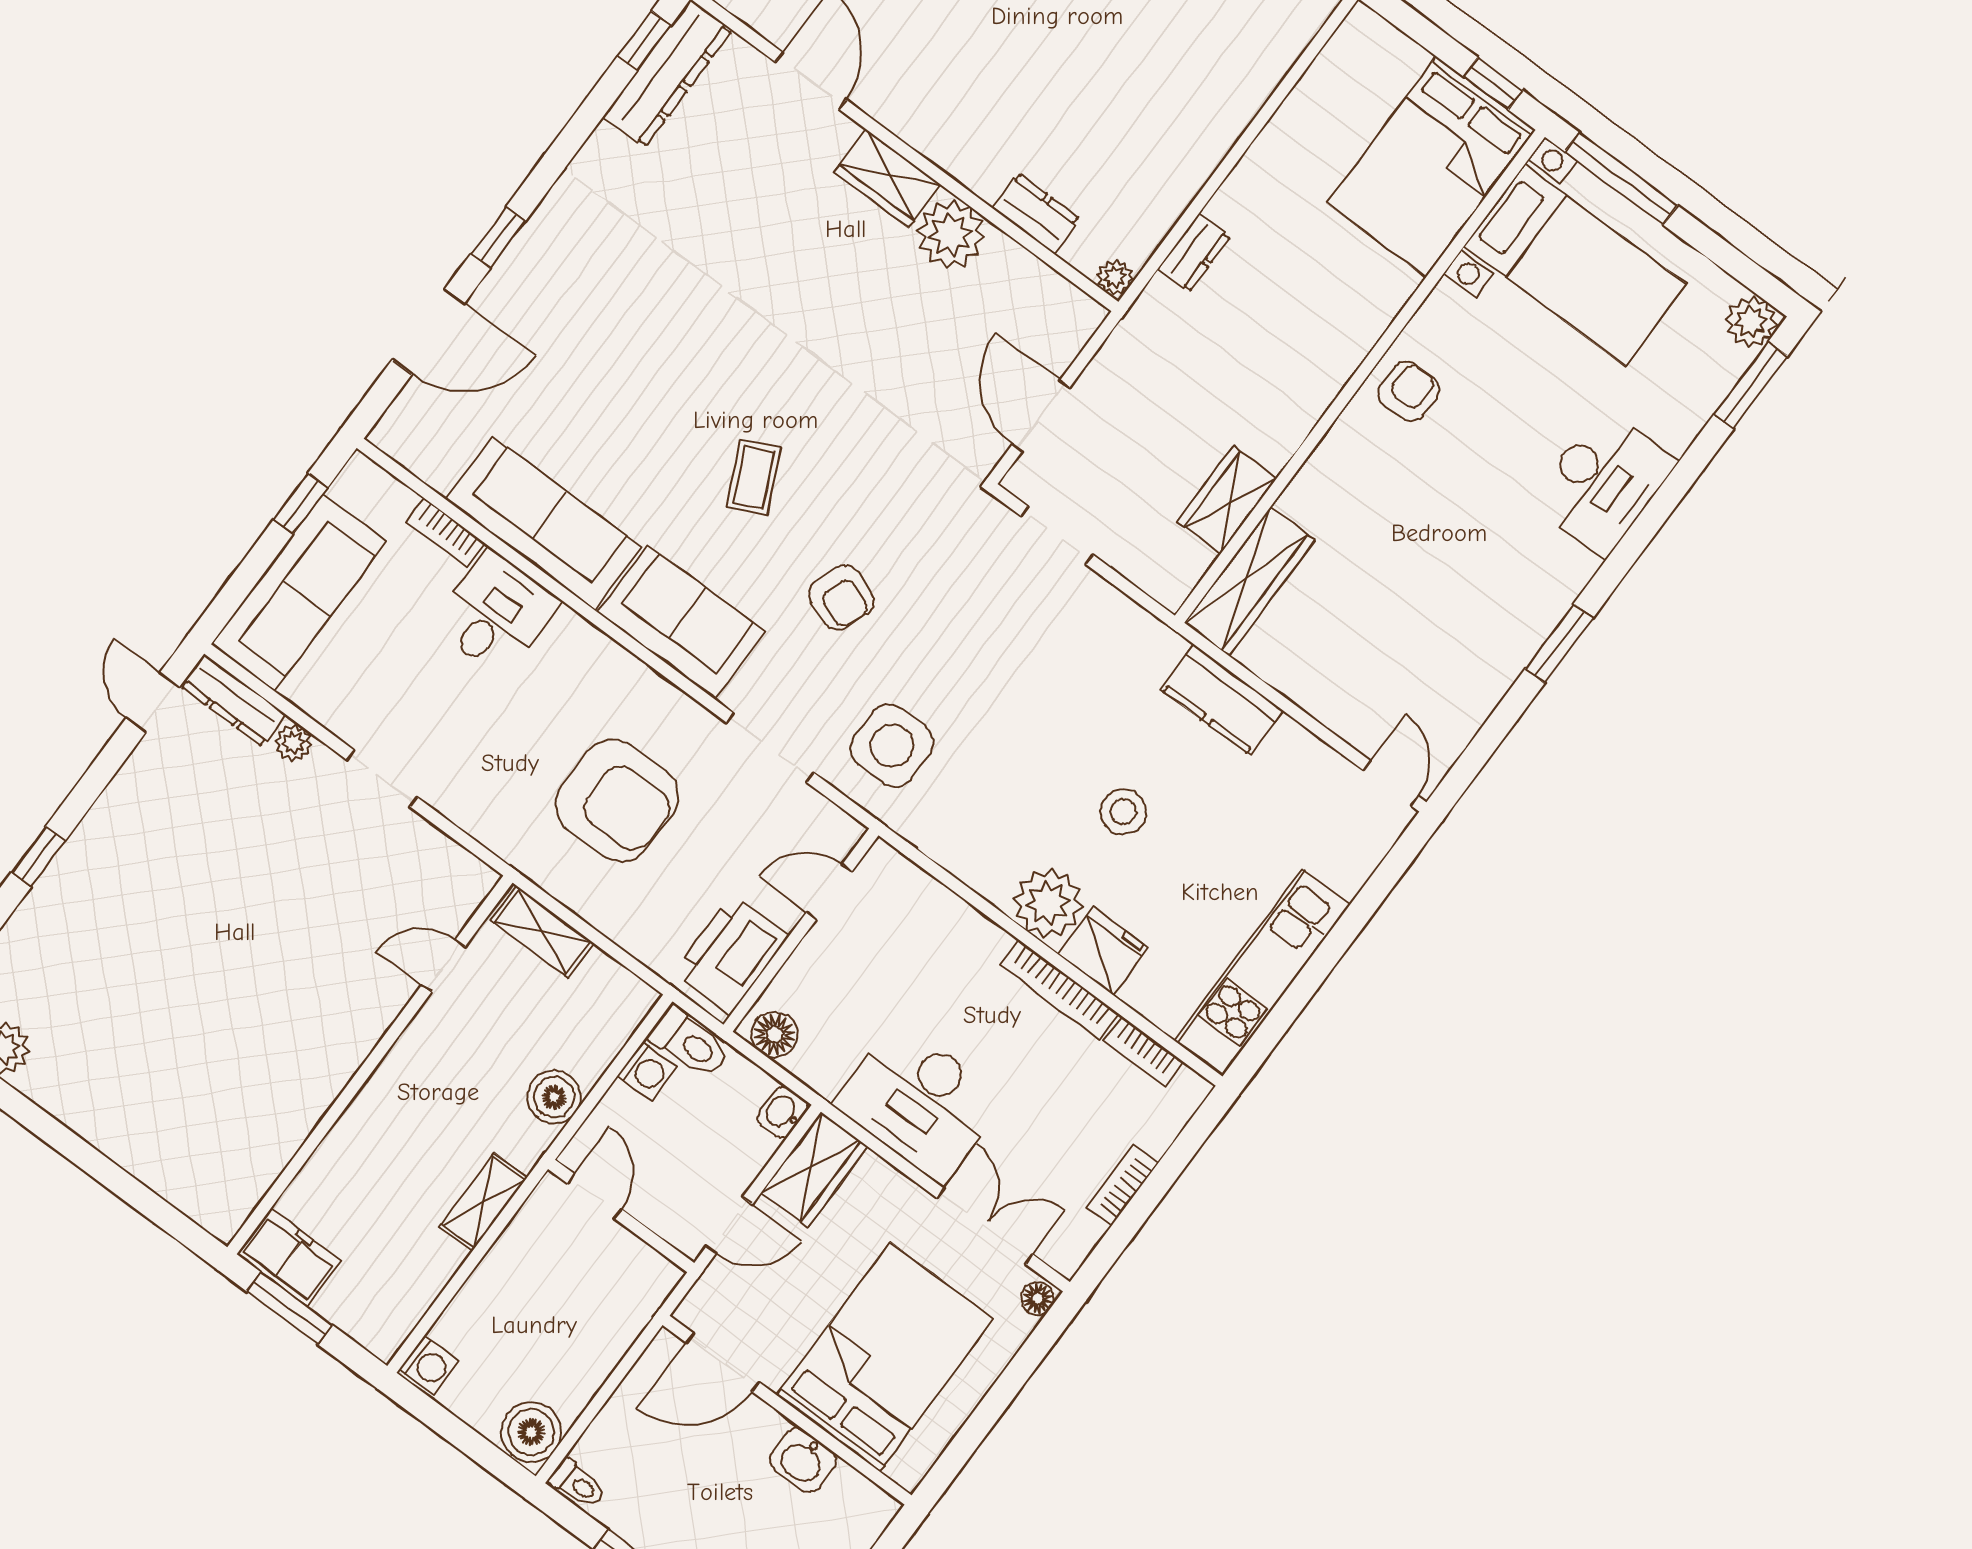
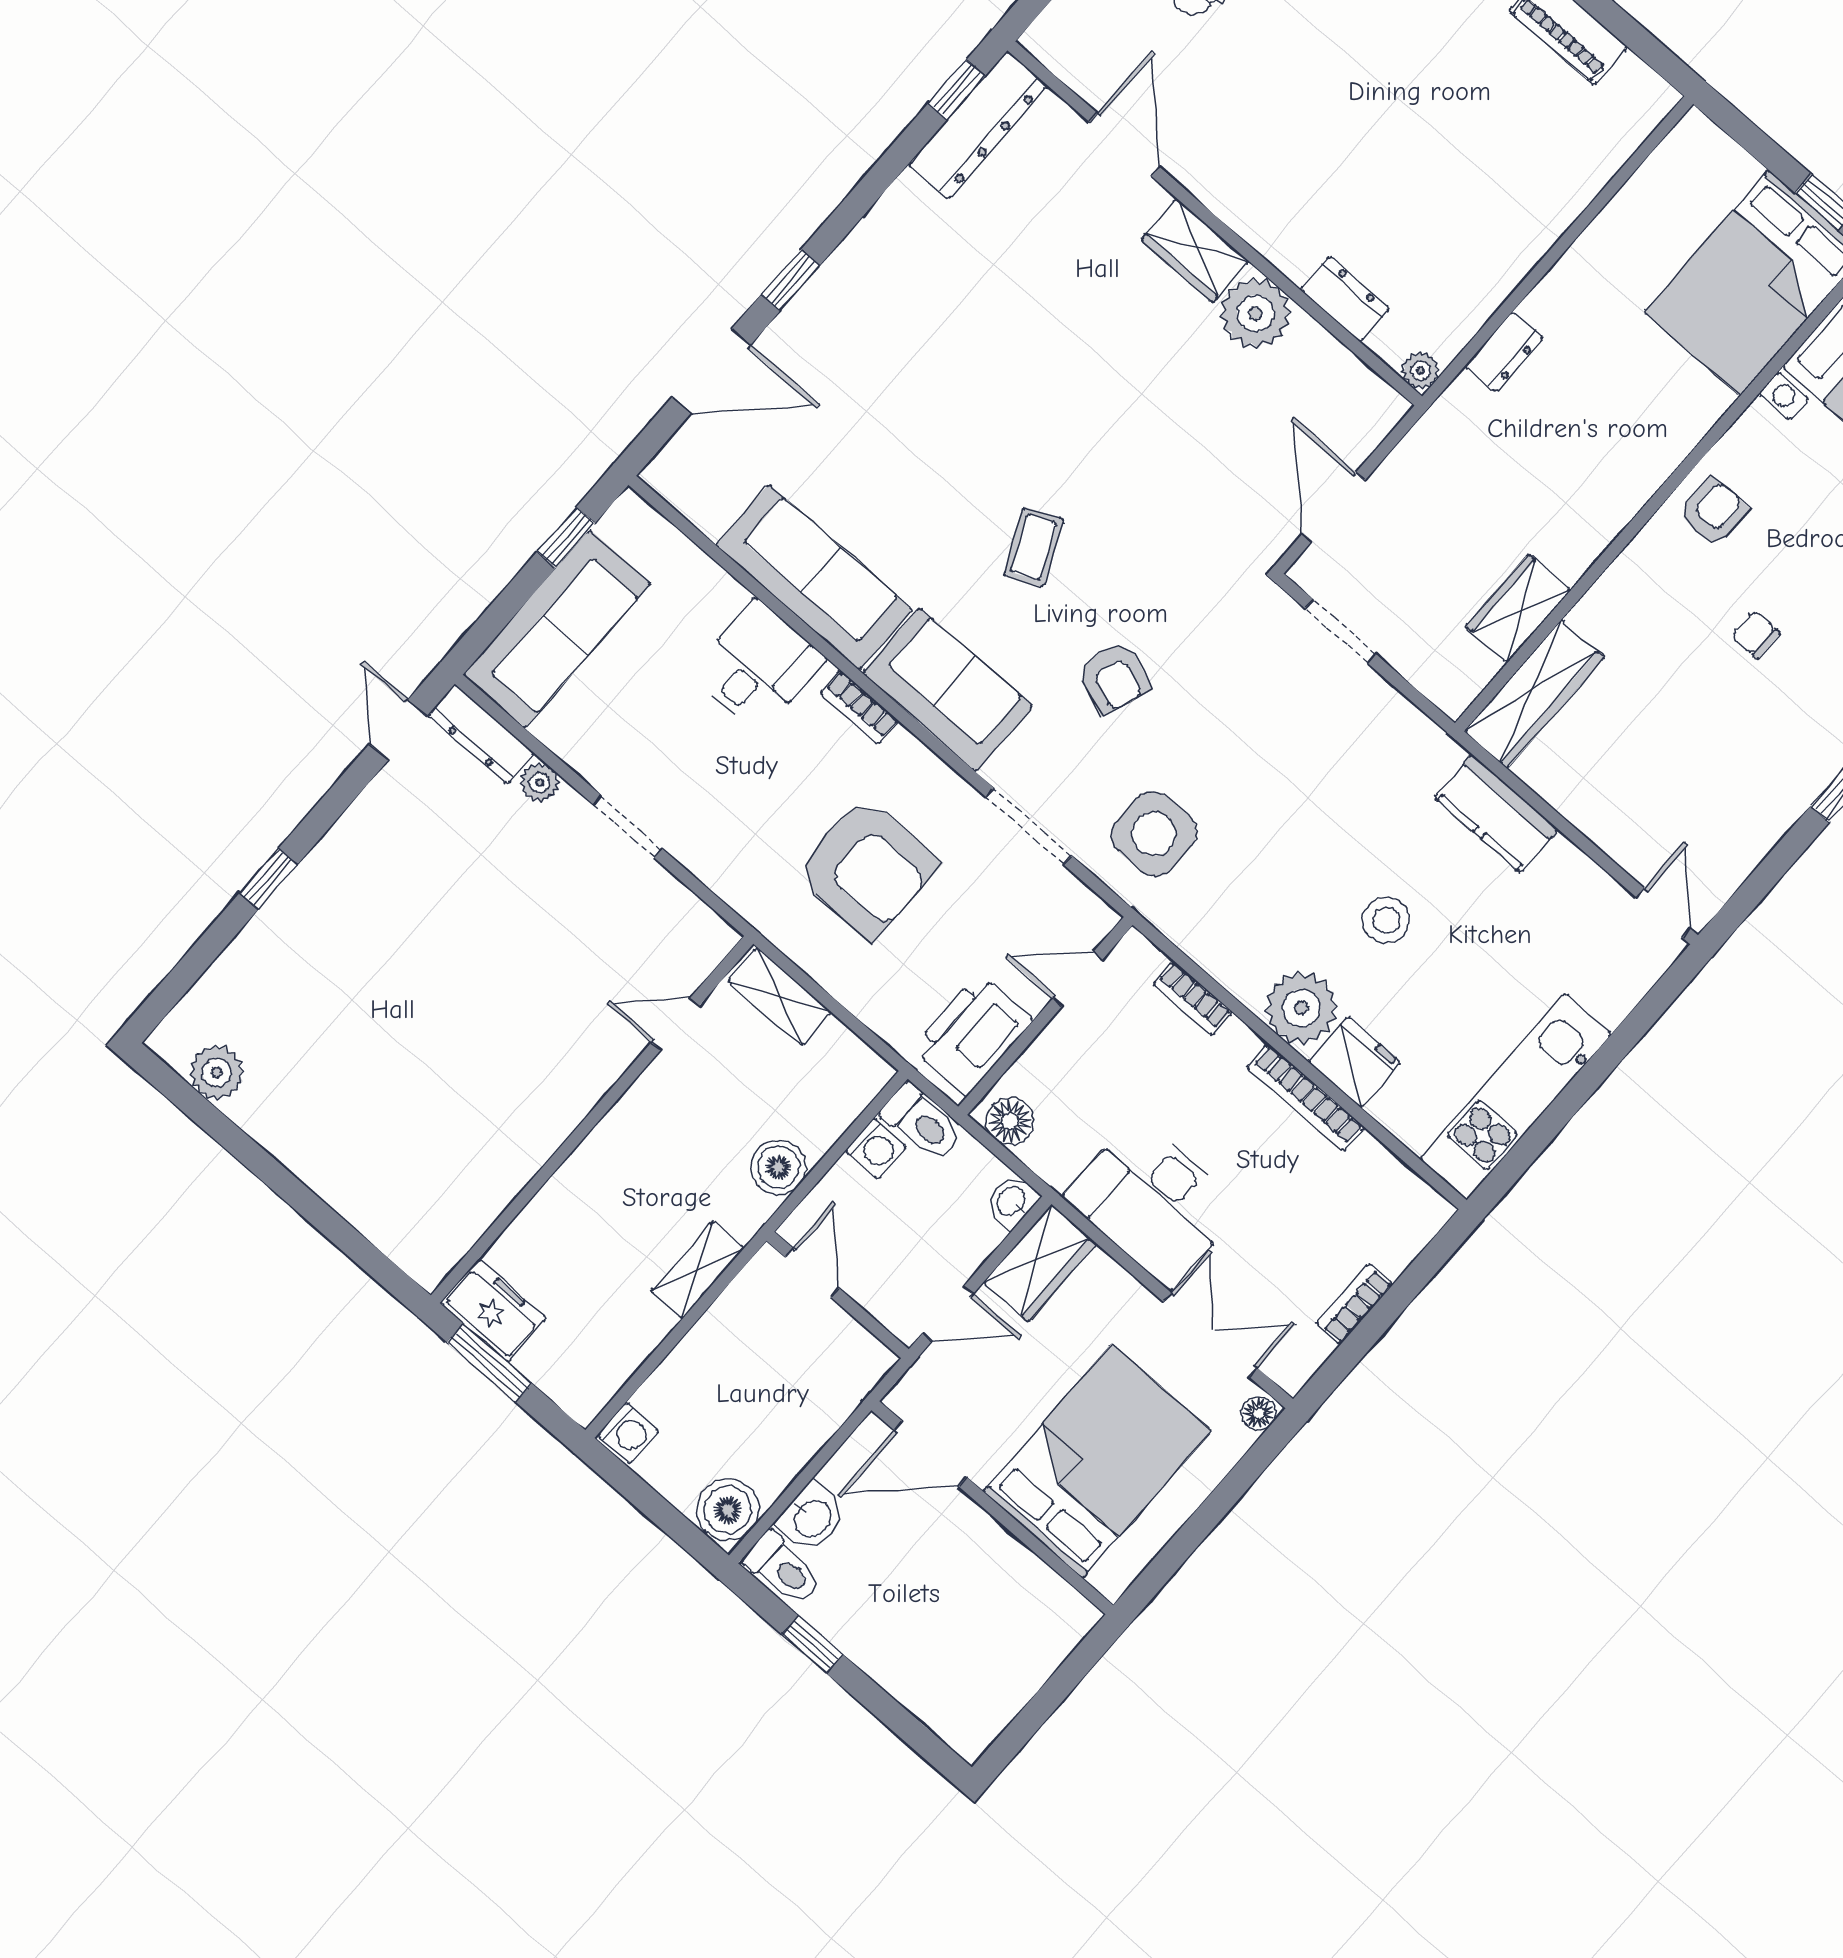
chair: (1459, 507) -> (1756, 635), added
bookcase: (446, 533) -> (860, 707), moved
bookcase: (1144, 1051) -> (1193, 998), moved
washbasin: (803, 1460) -> (812, 1518), moved, turned -90
toilet: (577, 1484) -> (783, 1569), width x1.37, depth x1.39

